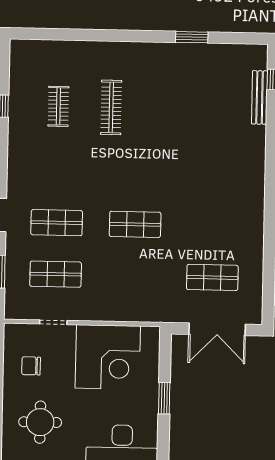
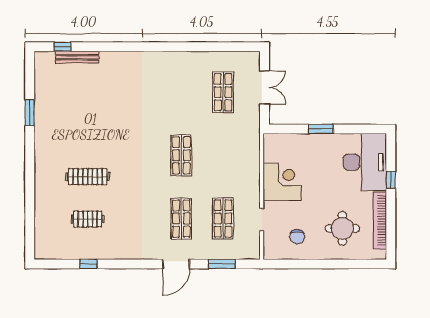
double door: (217, 329) -> (265, 87), width x0.73
corner desk: (108, 357) -> (282, 182), width x0.74, depth x0.74

